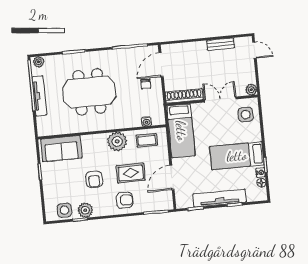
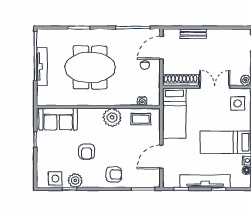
bench: (221, 44) -> (193, 34), moved
plant: (39, 62) -> (44, 34), removed
rug: (131, 173) -> (122, 149), removed

